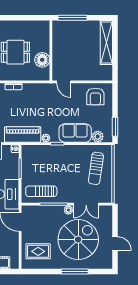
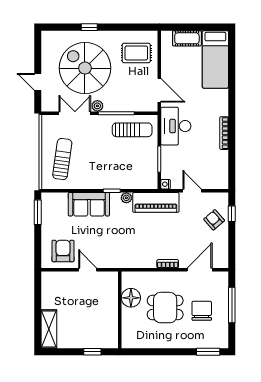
window: (72, 18) -> (92, 352), width x0.46
shelving: (106, 43) -> (49, 329), width x0.68
door: (64, 82) -> (88, 270), moved
plant: (98, 137) -> (60, 200), removed
spiral stairs: (78, 240) -> (85, 68), turned 90
door: (115, 243) -> (38, 82), moved
window: (75, 272) -> (89, 27), width x0.46

